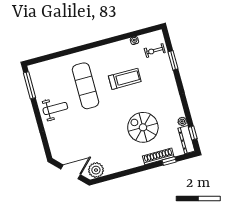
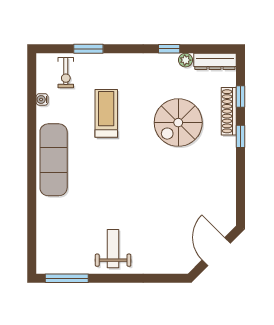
treadmill: (125, 79) -> (106, 113), moved
exercise mat: (85, 86) -> (54, 160), moved, turned 90
window: (193, 133) -> (169, 49), moved
window: (145, 168) -> (241, 136), added
plant: (96, 170) -> (224, 212), removed

